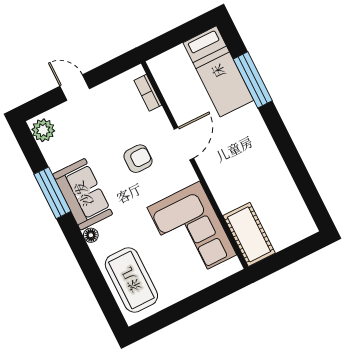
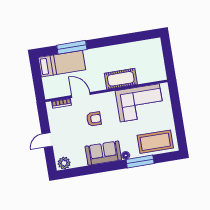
door: (184, 144) -> (81, 95), moved
armchair: (138, 159) -> (94, 119), turned 90
window: (52, 193) -> (140, 161), moved
cot: (249, 234) -> (121, 79), moved

